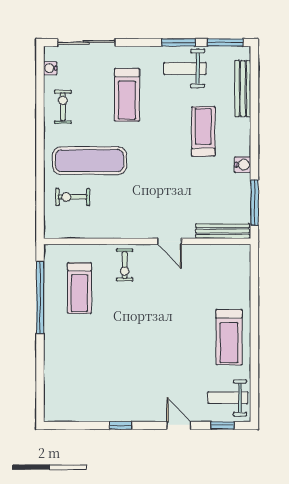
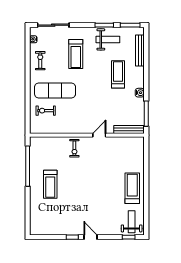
weight bench: (185, 68) -> (108, 39), turned 180
door: (170, 241) -> (99, 135), swing flipped
treadmill: (79, 288) -> (50, 184), moved
treadmill: (229, 337) -> (132, 188), turned 180
weight bench: (228, 398) -> (132, 222), turned 90
door: (179, 425) -> (91, 237), moved

